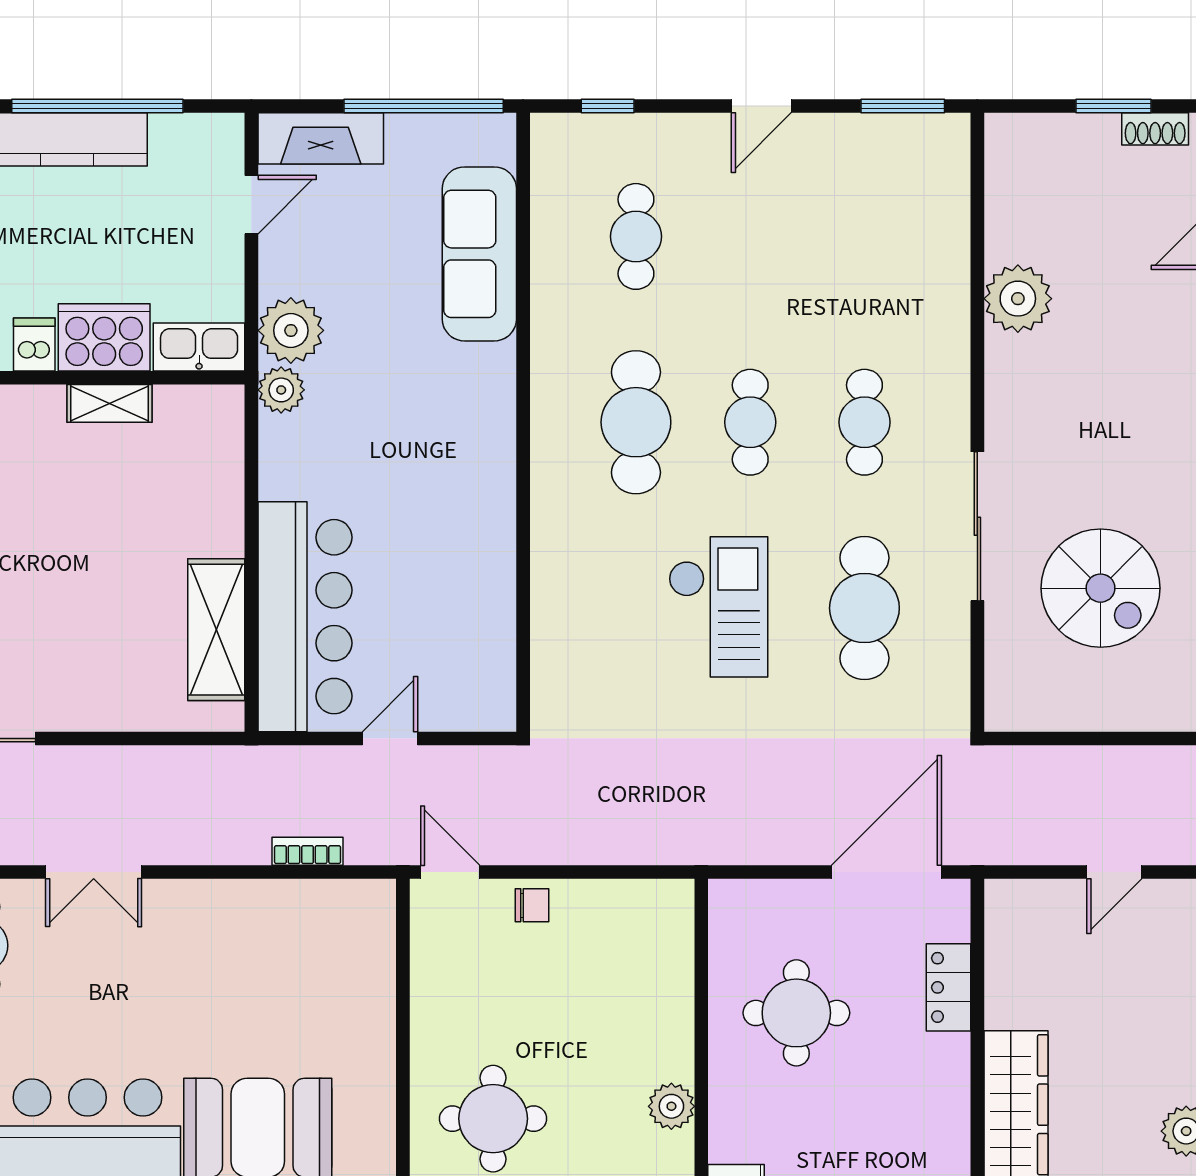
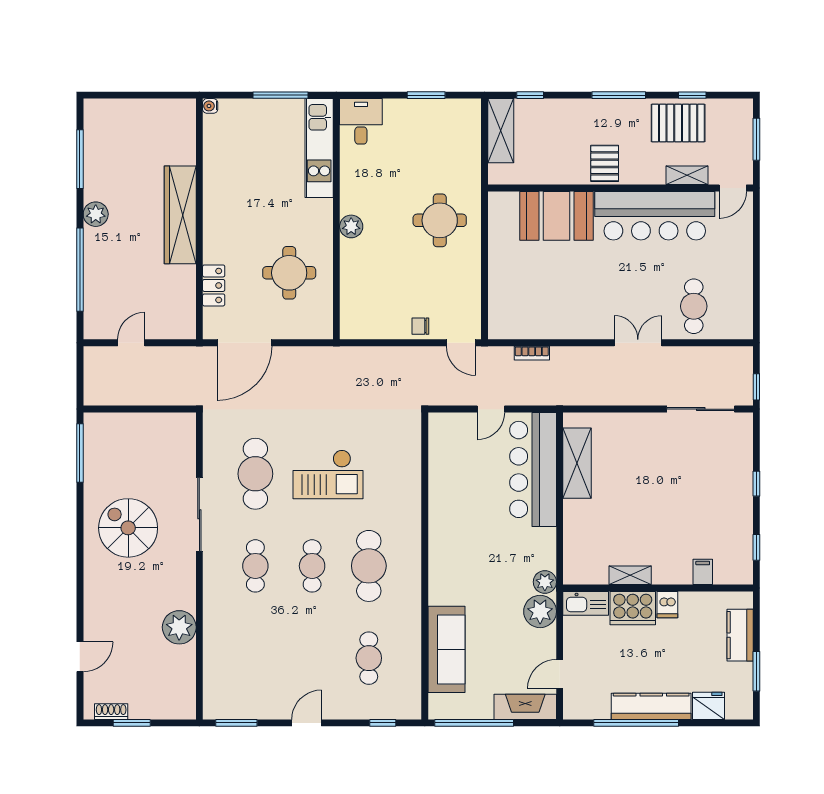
spiral stairs: (1101, 588) -> (128, 528), moved
checkout: (718, 607) -> (328, 474), turned -90

